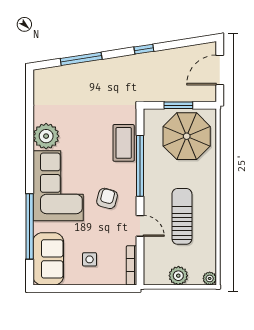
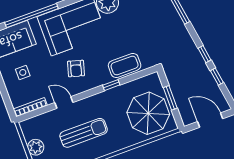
window: (174, 44) -> (217, 77), added
window: (140, 166) -> (111, 85), width x0.32
armchair: (107, 198) -> (76, 69), turned 91
door: (140, 226) -> (64, 102), swing flipped

